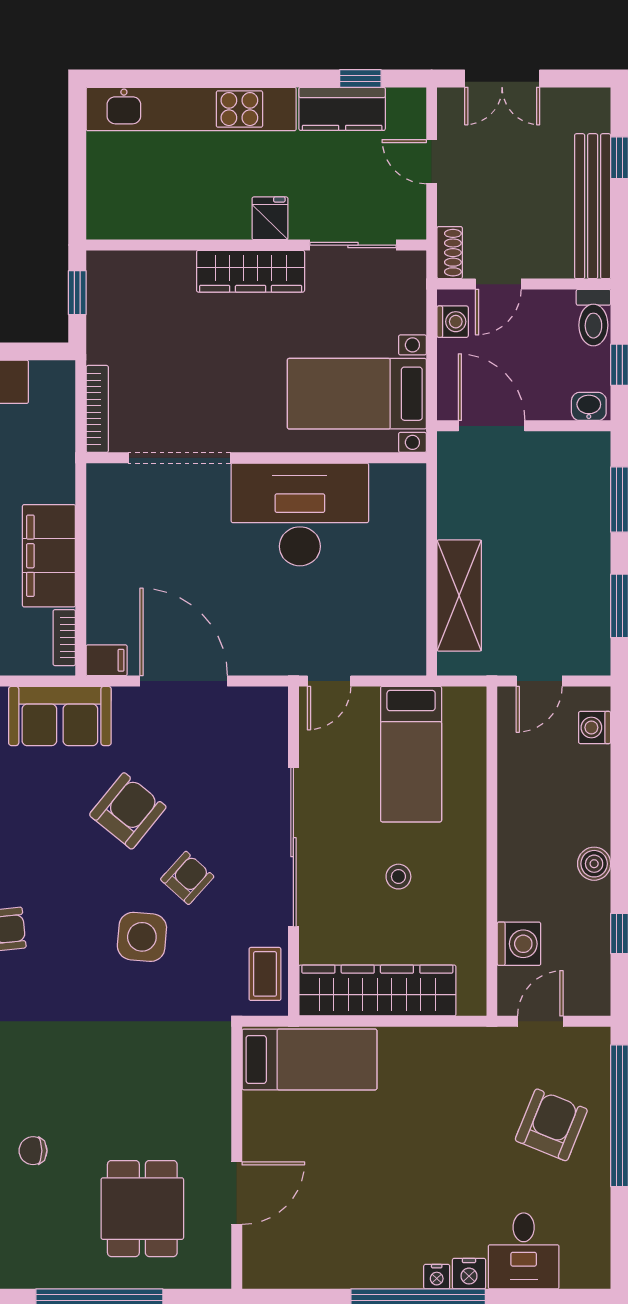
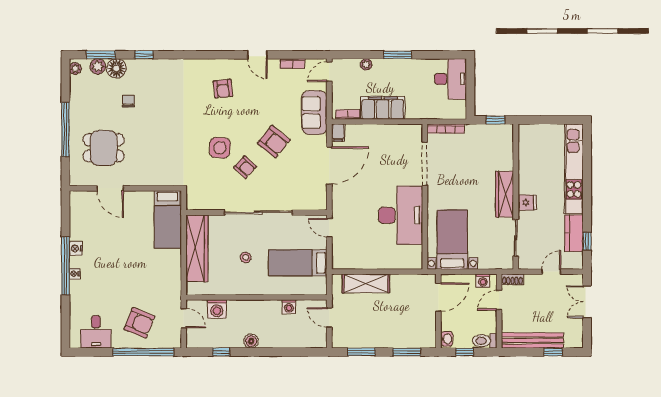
door: (498, 284) -> (499, 300), hinge flipped
washing machine: (595, 727) -> (289, 307), moved, turned 180
coffee table: (265, 974) -> (204, 200), removed
desk: (524, 1251) -> (96, 332), moved, turned -90
nightstand: (469, 1274) -> (76, 248), moved

